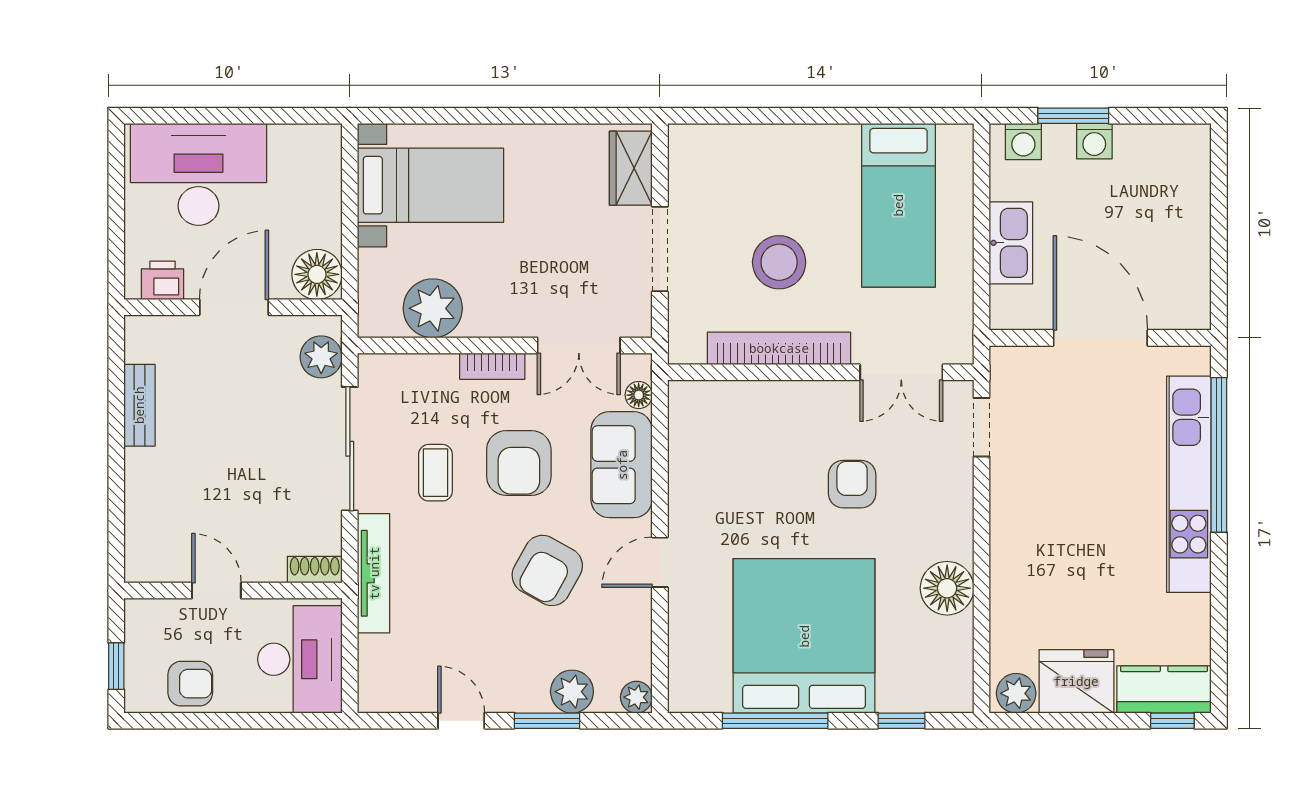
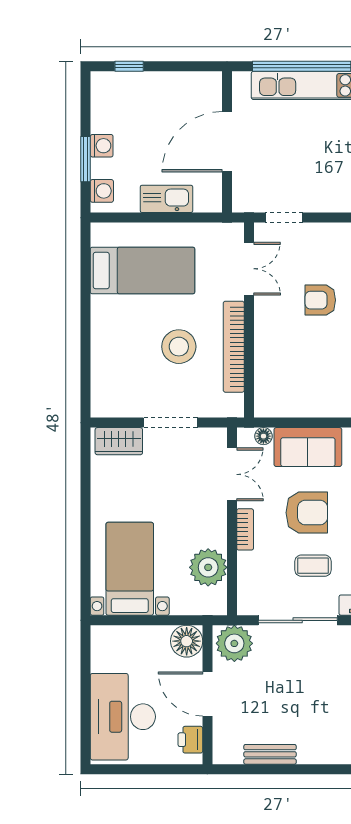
window: (1219, 184) -> (129, 66), added
plant: (321, 357) -> (234, 643), width x1.36, depth x1.36

